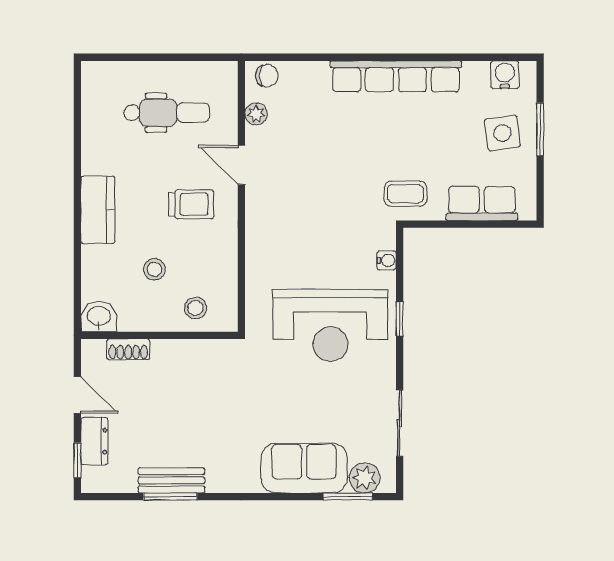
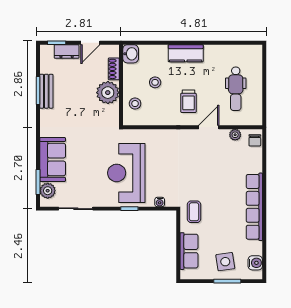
plant: (174, 361) -> (108, 93), added

